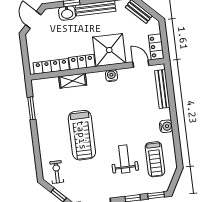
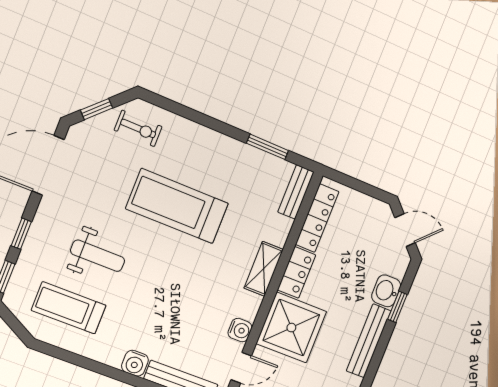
water cooler: (111, 76) -> (240, 330), moved
shelving: (73, 81) -> (264, 269), moved
bench: (45, 83) -> (296, 192), added
water cooler: (166, 126) -> (135, 363), moved

